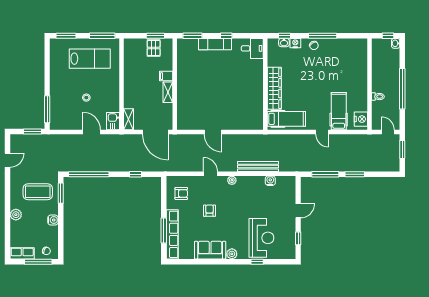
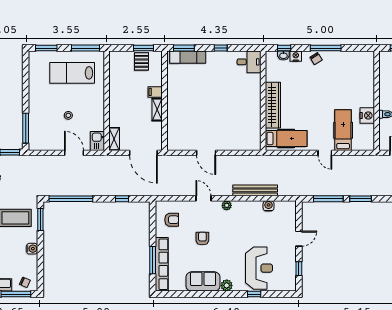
exam couch: (215, 44) -> (188, 57), moved
lab bench: (90, 59) -> (72, 73), turned 180
nightstand: (361, 119) -> (367, 115), moved

